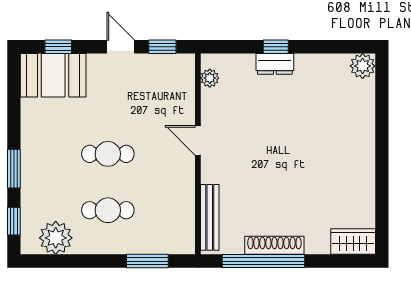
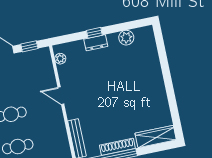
plant: (363, 66) -> (126, 38), moved
wardrobe: (353, 242) -> (156, 136), width x1.50

